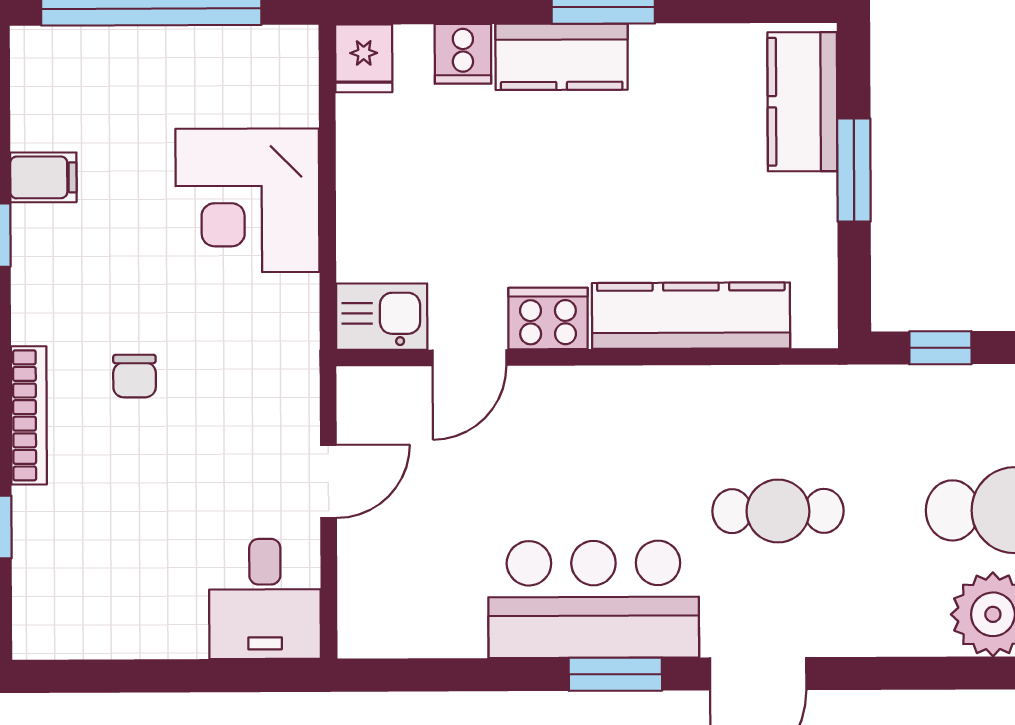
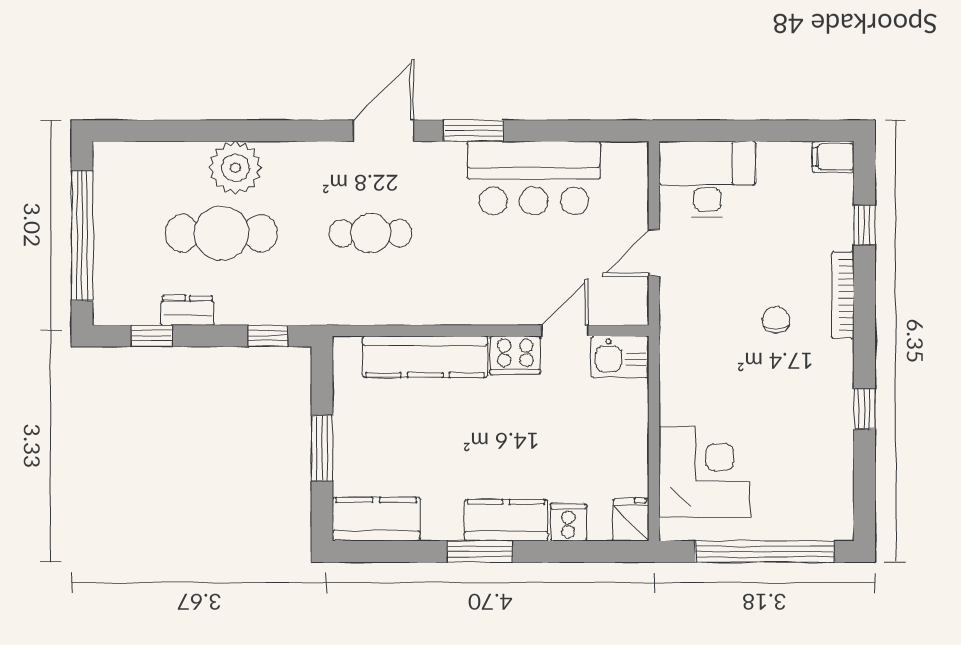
kitchen counter: (802, 102) -> (376, 519), moved, turned -90
filing cabinet: (43, 177) -> (833, 157), moved
corner desk: (247, 200) -> (704, 472), moved
desk: (265, 599) -> (707, 179), width x1.37
bar counter: (594, 599) -> (534, 178), moved

